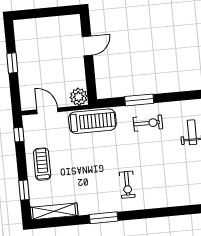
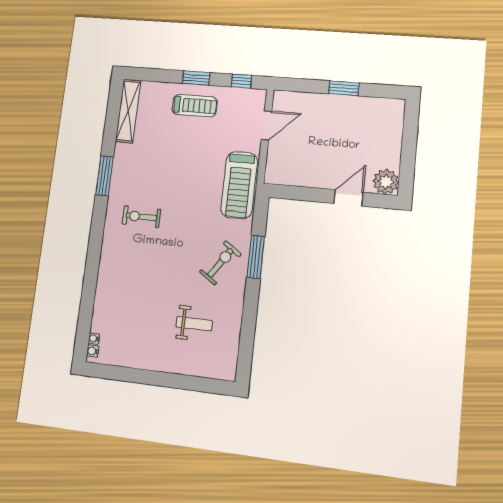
door: (87, 46) -> (349, 198), swing flipped
plant: (79, 97) -> (386, 182), moved
exercise bike: (148, 123) -> (220, 263), turned -146
window: (24, 190) -> (196, 78), moved

